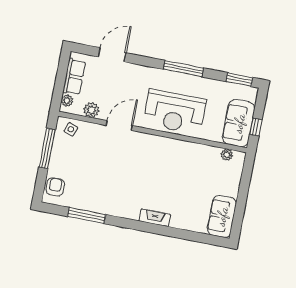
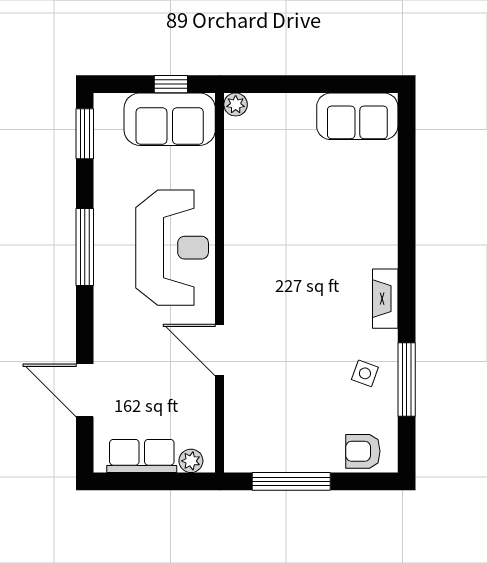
plant: (91, 110) -> (200, 410), removed
side table: (71, 129) -> (365, 373), moved
plant: (227, 155) -> (236, 104), moved
fireplace: (155, 218) -> (385, 299), moved

